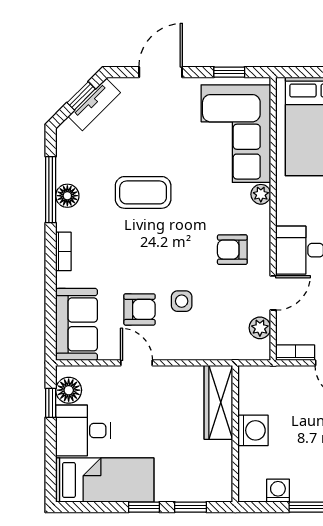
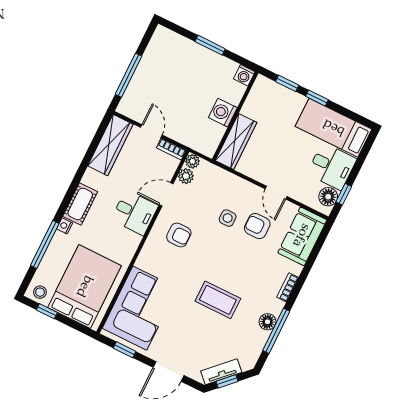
plant: (261, 194) -> (193, 161), moved
washing machine: (278, 491) -> (244, 75), moved

